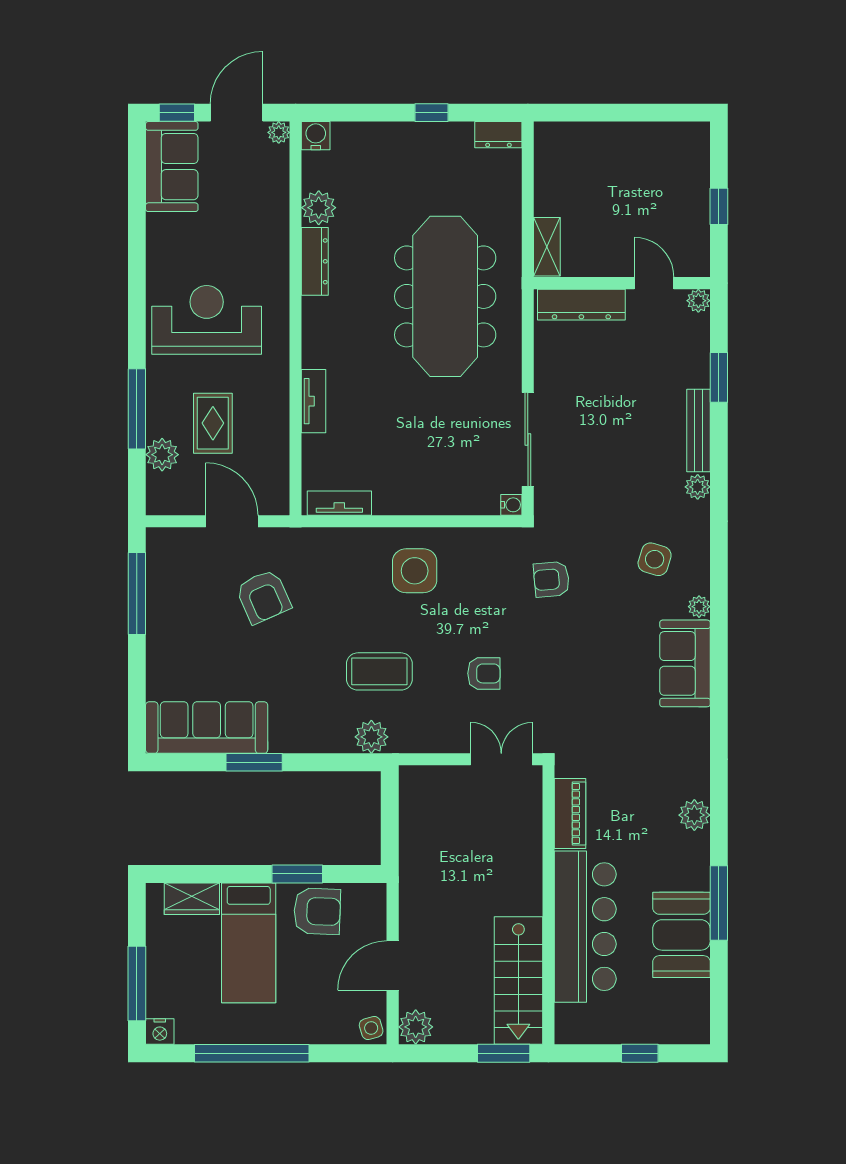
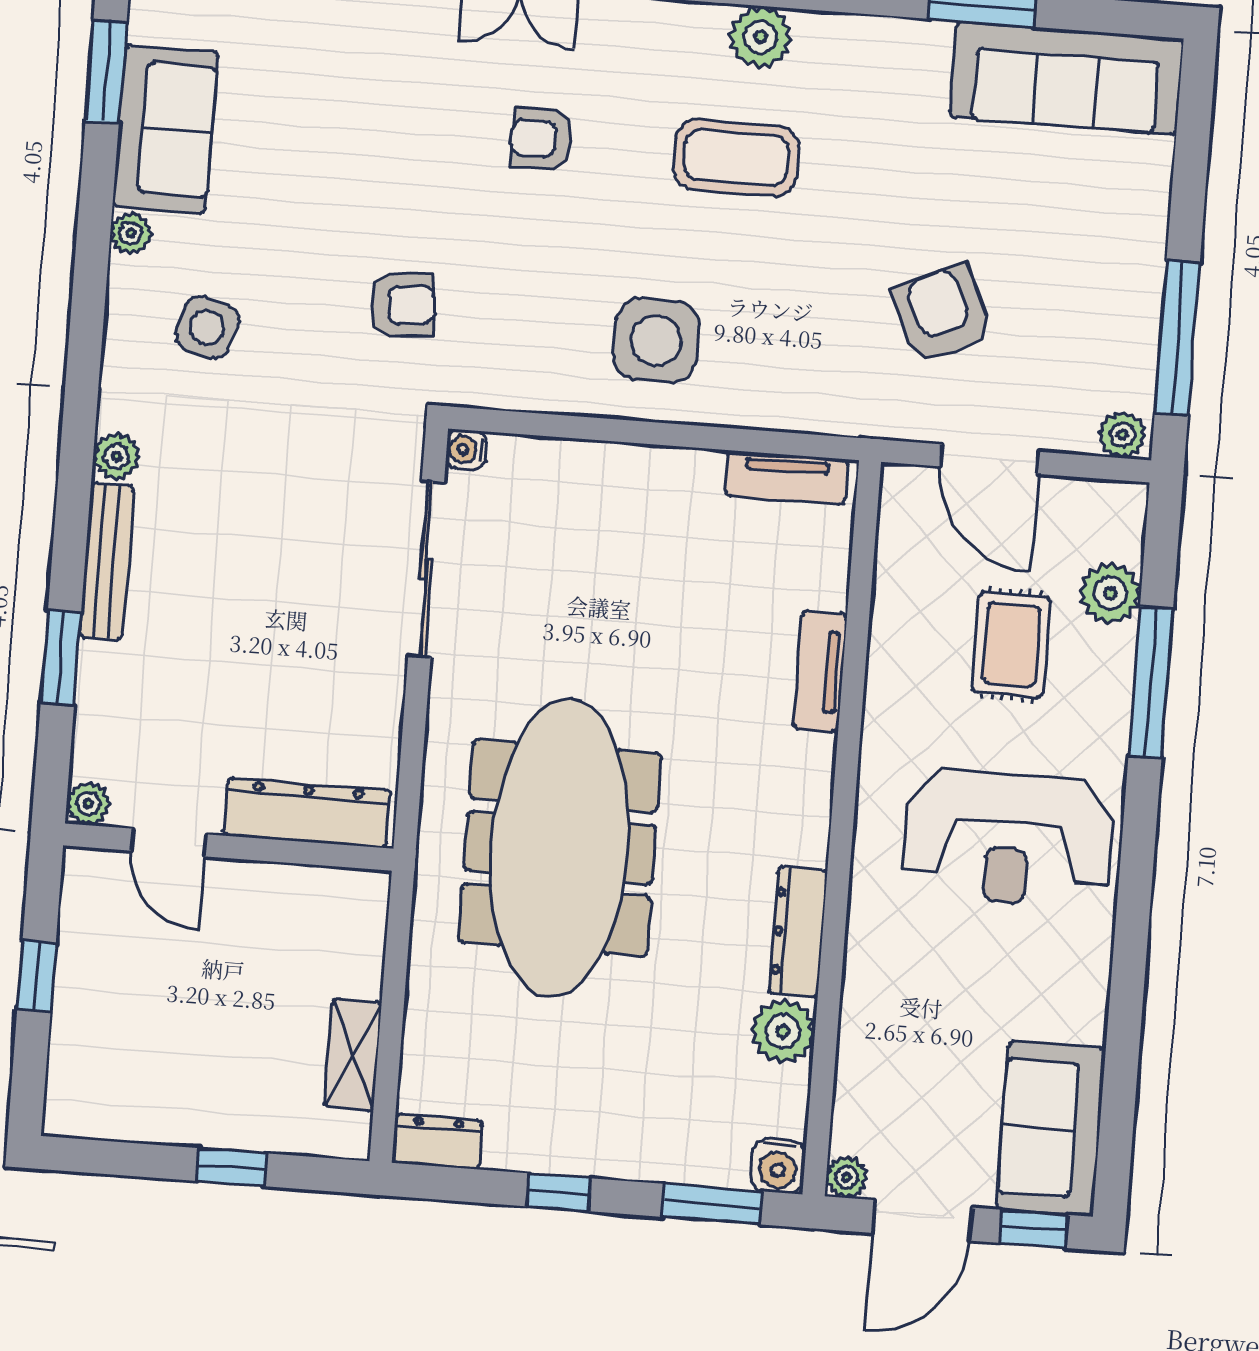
window: (349, 113) -> (712, 1204), added
window: (607, 113) -> (231, 1167), added
shelving: (547, 247) -> (353, 1054), moved
plant: (162, 540) -> (1122, 435), added
window: (719, 691) -> (106, 72), added

